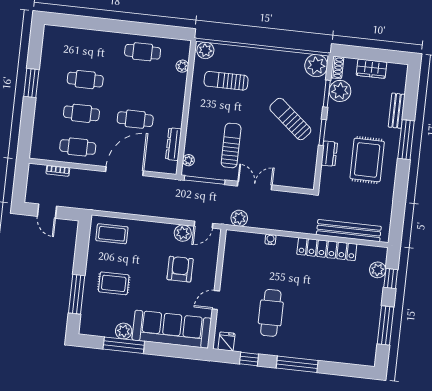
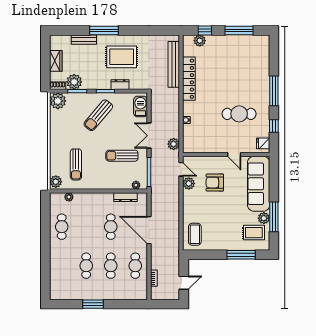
barbecue: (296, 178) -> (140, 106), added
rug: (114, 283) -> (254, 233), moved, turned 90

